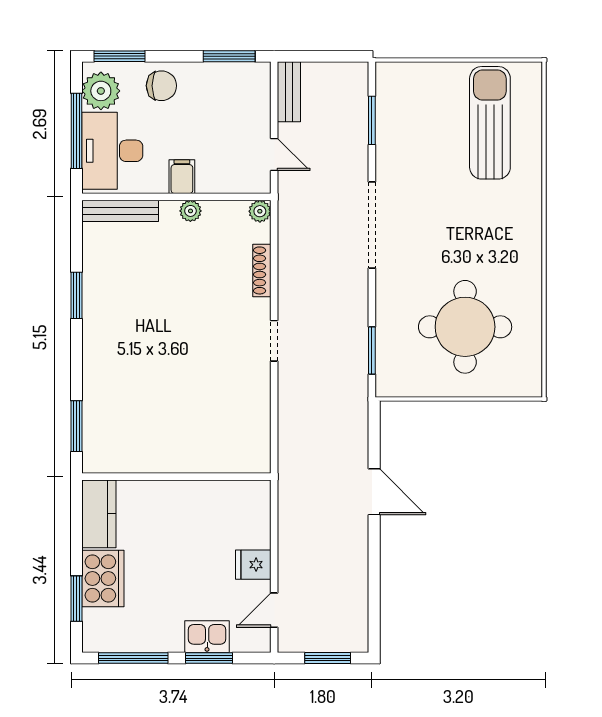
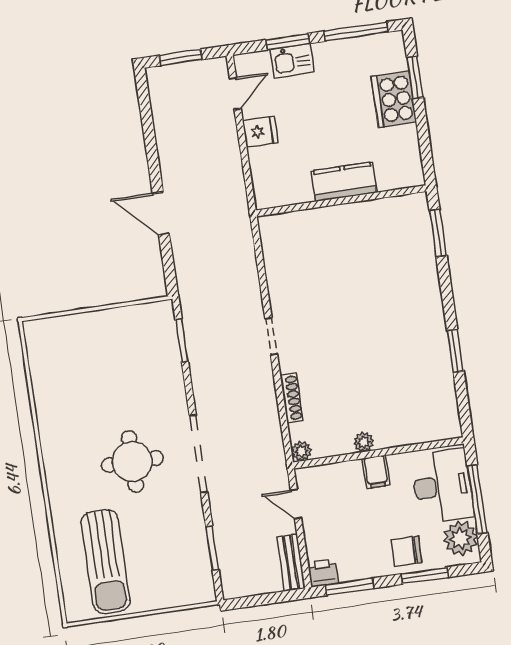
window: (120, 56) -> (425, 576), moved
printer: (256, 76) -> (323, 573), added
bench: (120, 211) -> (427, 433), removed
round table: (465, 327) -> (132, 462), moved, width x0.73, depth x0.73
kitchen counter: (99, 514) -> (344, 182), moved, turned 90

